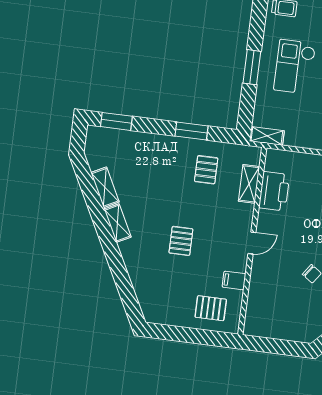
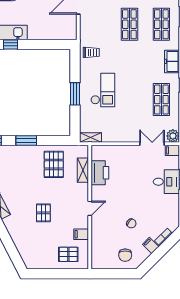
checkout: (295, 67) -> (103, 90), turned 180
window: (191, 131) -> (26, 140), moved
pallet: (206, 170) -> (54, 164), width x1.50, depth x1.42
chair: (296, 320) -> (125, 255), added

